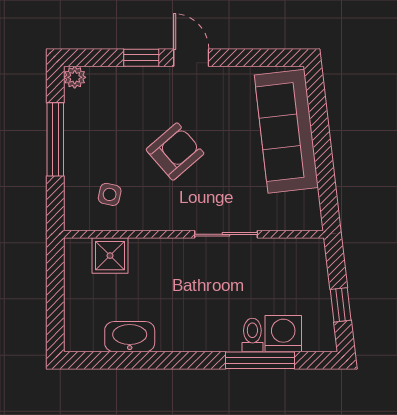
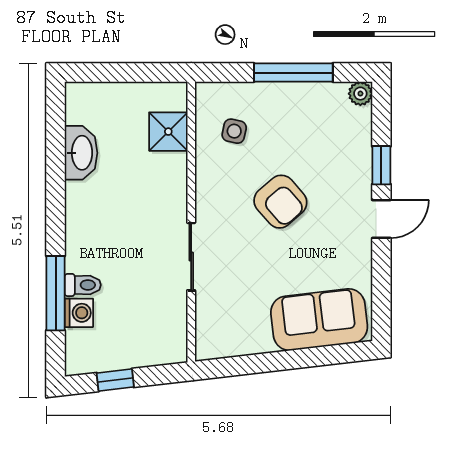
sofa: (286, 131) -> (319, 320), width x0.73
washing machine: (283, 334) -> (79, 313), width x0.73, depth x0.73

